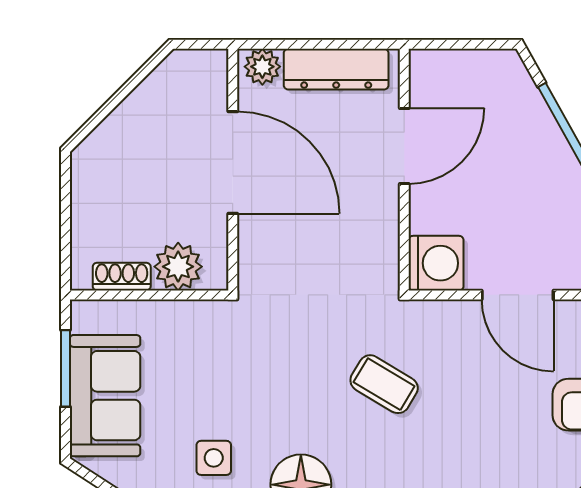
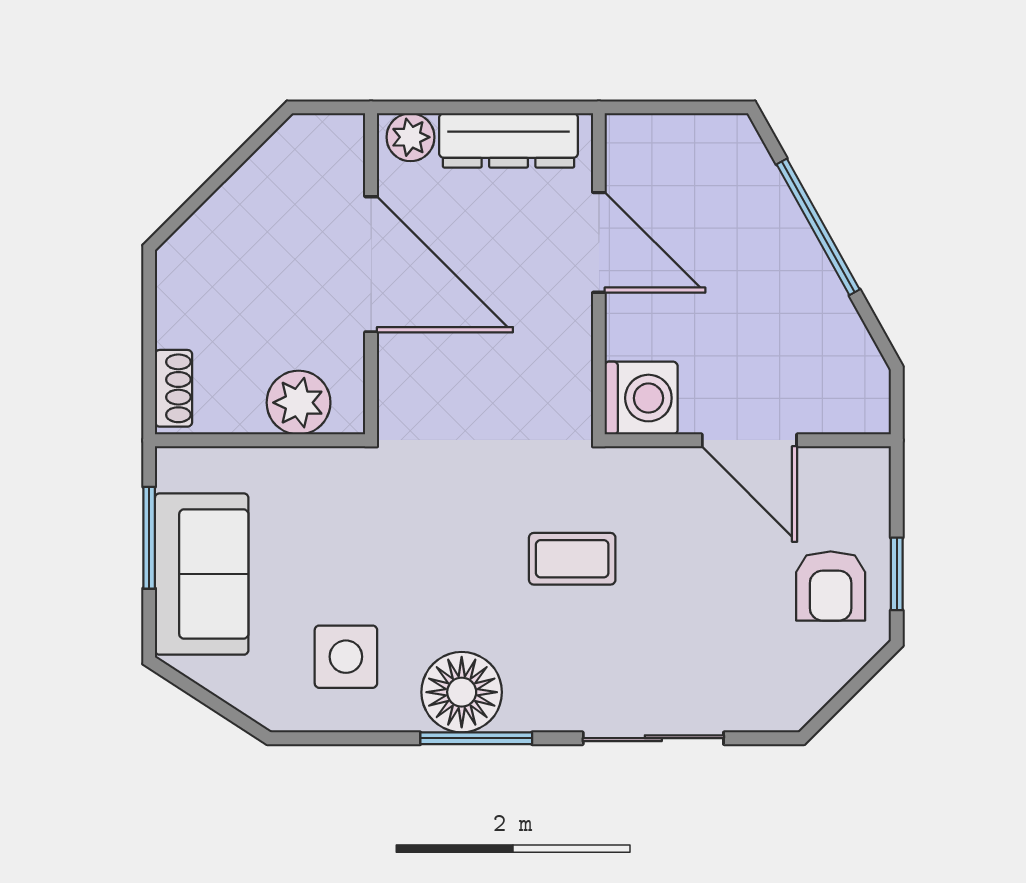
door: (404, 146) -> (599, 242), hinge flipped
shoe rack: (122, 277) -> (174, 388), moved, turned 90
coffee table: (384, 384) -> (572, 559), turned -31
side table: (214, 458) -> (346, 657), width x1.37, depth x1.37

